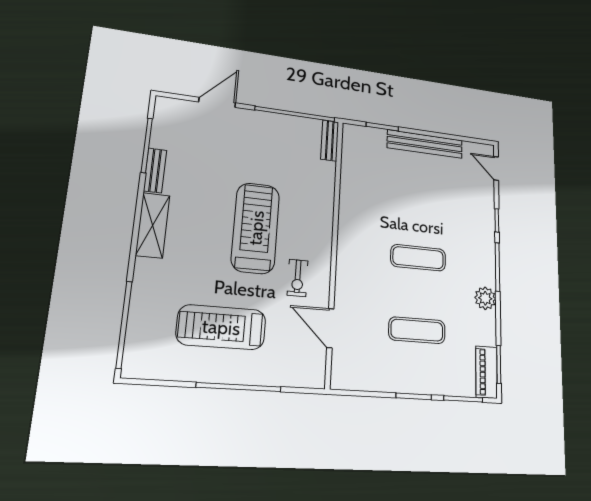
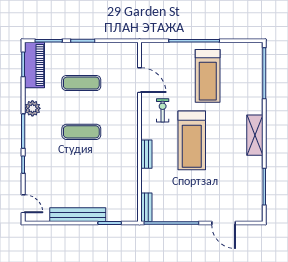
door: (217, 102) -> (224, 223), hinge flipped
bench: (155, 170) -> (146, 154), moved
treadmill: (221, 327) -> (208, 76), turned 90
piano: (487, 372) -> (34, 65), width x1.37, depth x1.33

